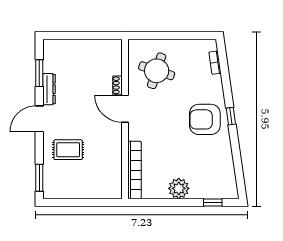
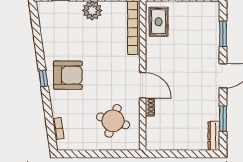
dresser: (49, 89) -> (214, 136), moved
rug: (68, 150) -> (159, 22), moved, turned 90
window: (39, 178) -> (223, 34), moved

